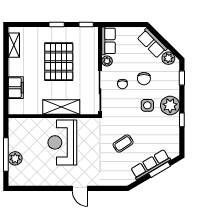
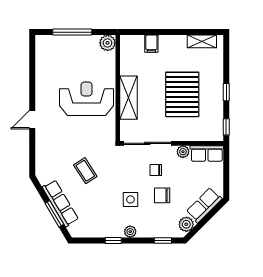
pallet: (59, 62) -> (182, 94), turned 90
filing cabinet: (16, 88) -> (151, 44), width x0.50
plant: (170, 106) -> (130, 232), width x0.53, depth x0.53
plant: (15, 158) -> (108, 43), moved

